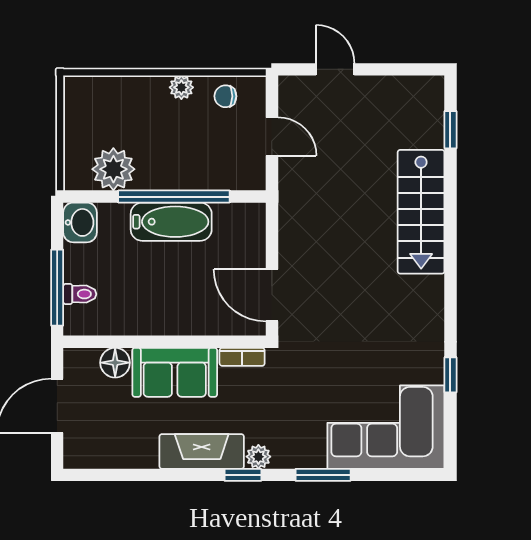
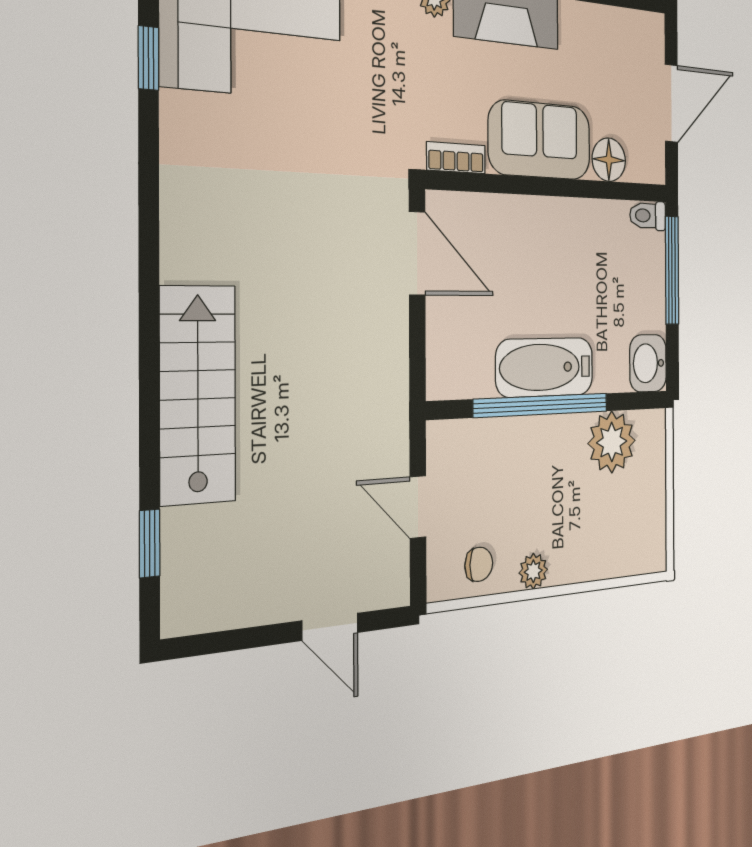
toilet: (80, 294) -> (648, 216), moved
window: (450, 375) -> (148, 58), moved

